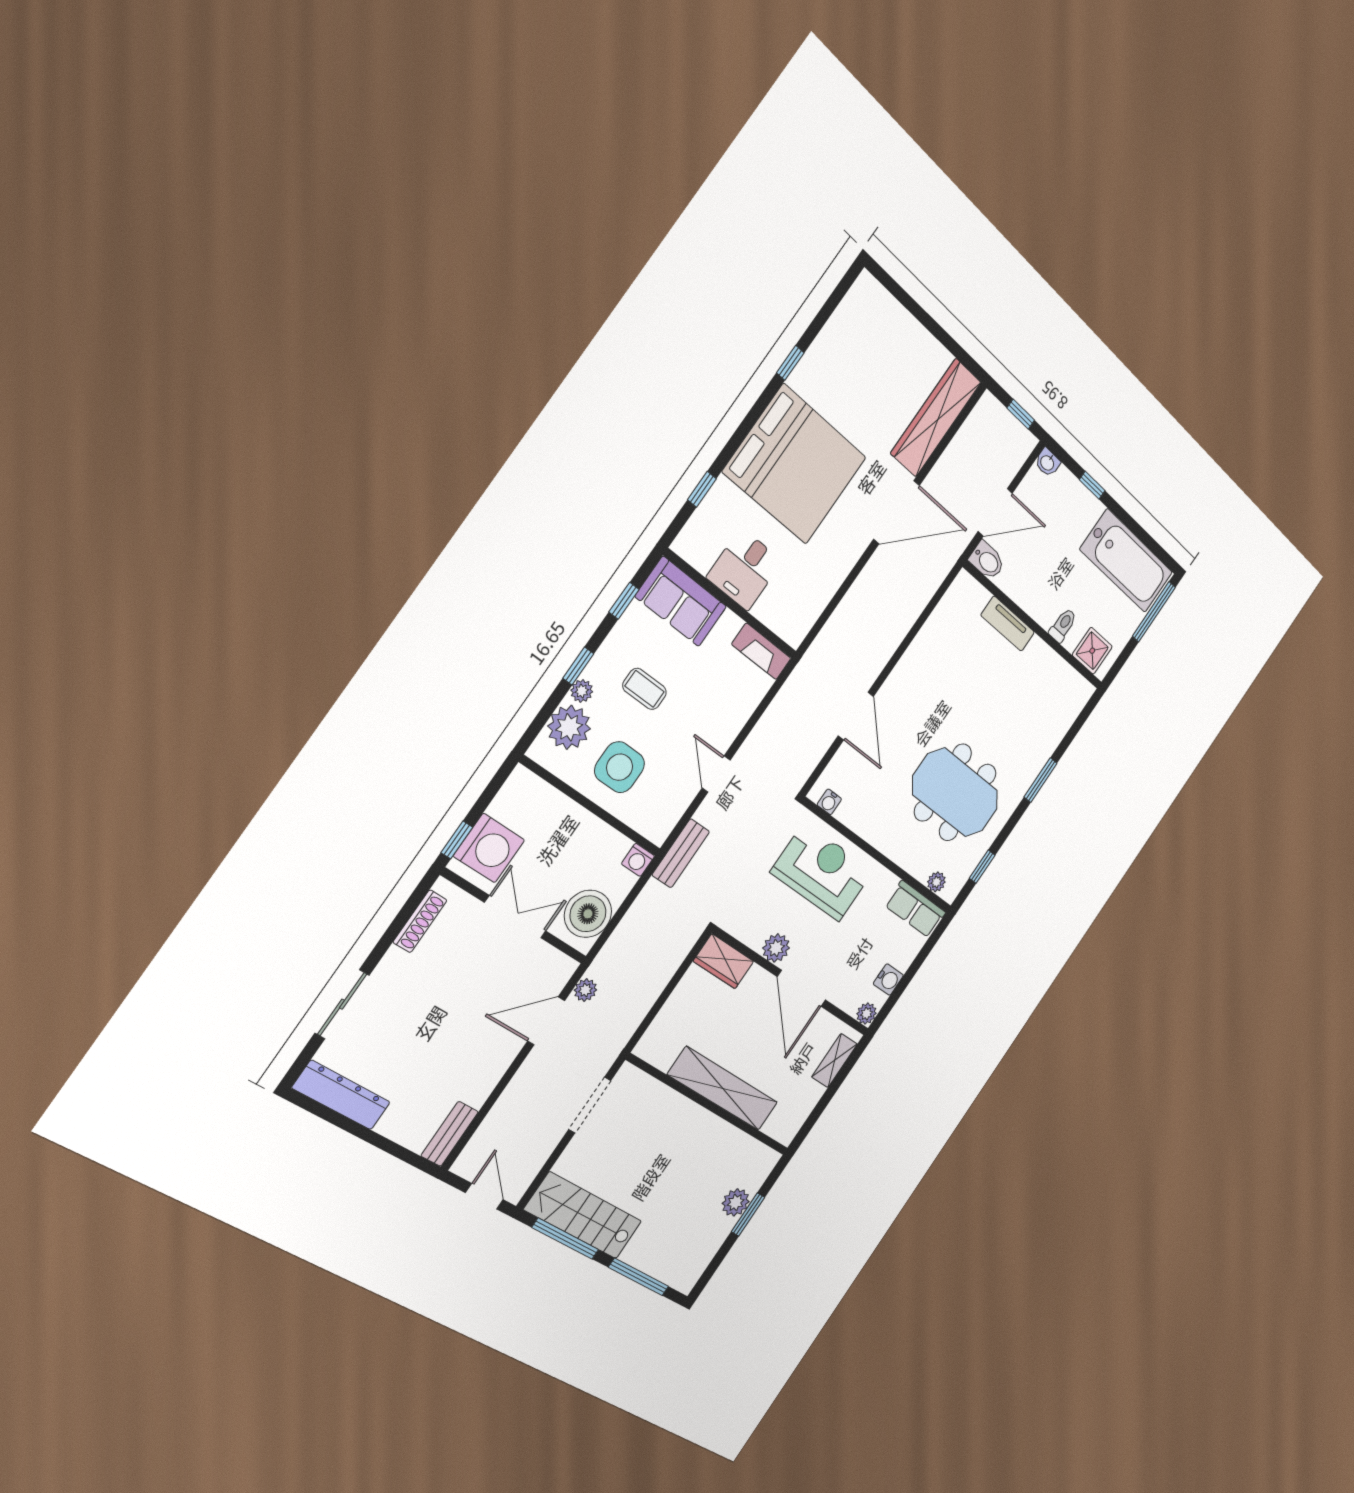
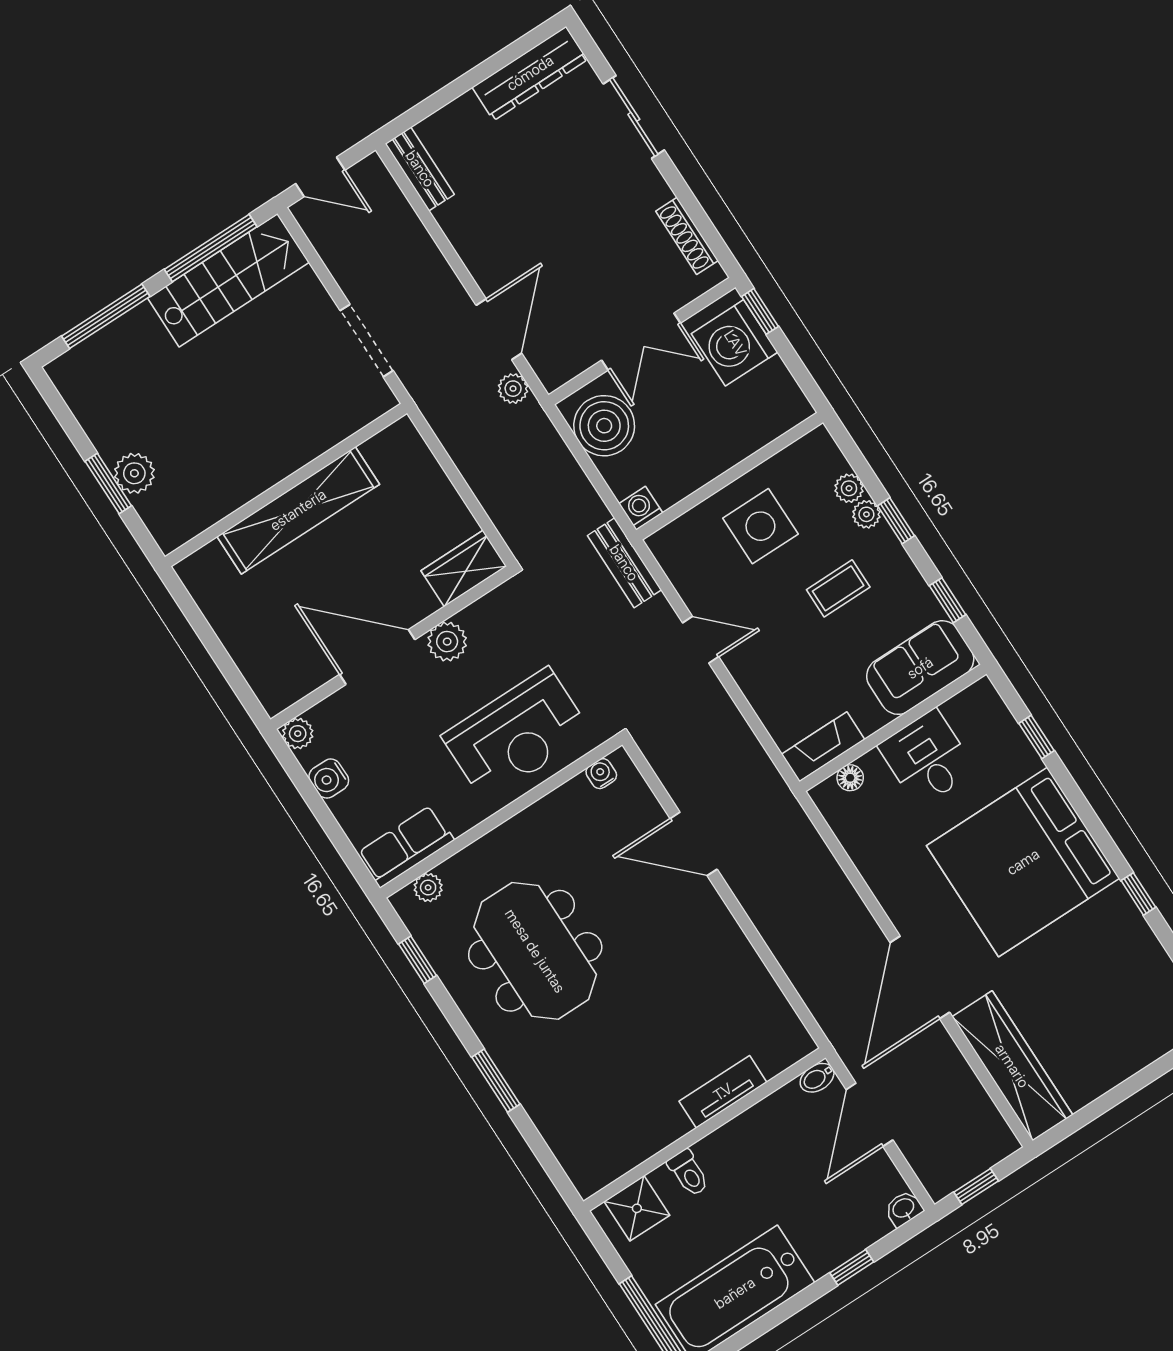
bidet: (987, 561) -> (817, 1078), width x0.72, depth x0.74
floor lamp: (776, 622) -> (850, 778), added
plant: (569, 727) -> (849, 488), width x0.53, depth x0.53
meeting table: (955, 793) -> (535, 951), turned 90
shelving: (834, 1061) -> (257, 669), removed

